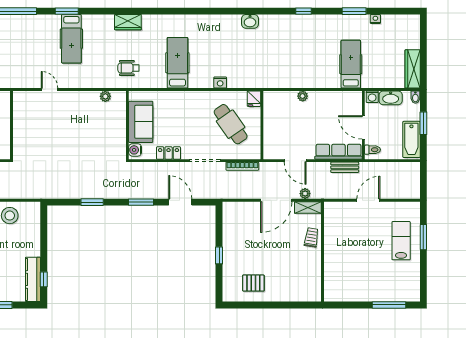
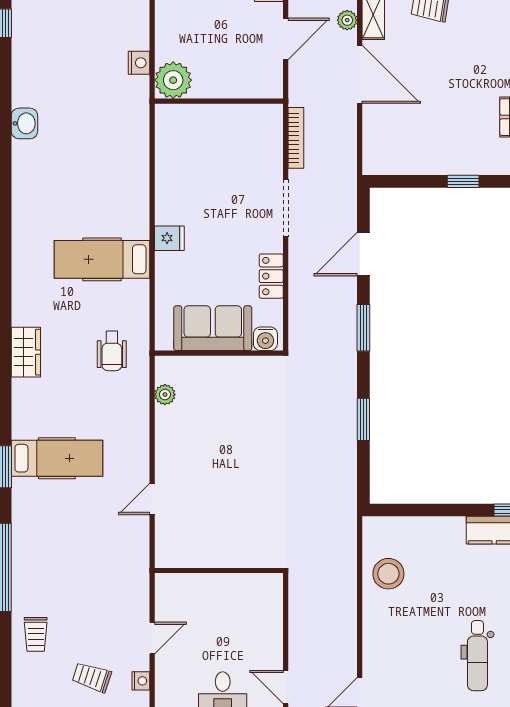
nightstand: (220, 82) -> (139, 63), moved
plant: (303, 96) -> (173, 80), moved, width x1.87, depth x1.87
fridge: (254, 99) -> (169, 238), moved
cafe table: (231, 124) -> (217, 160), removed

